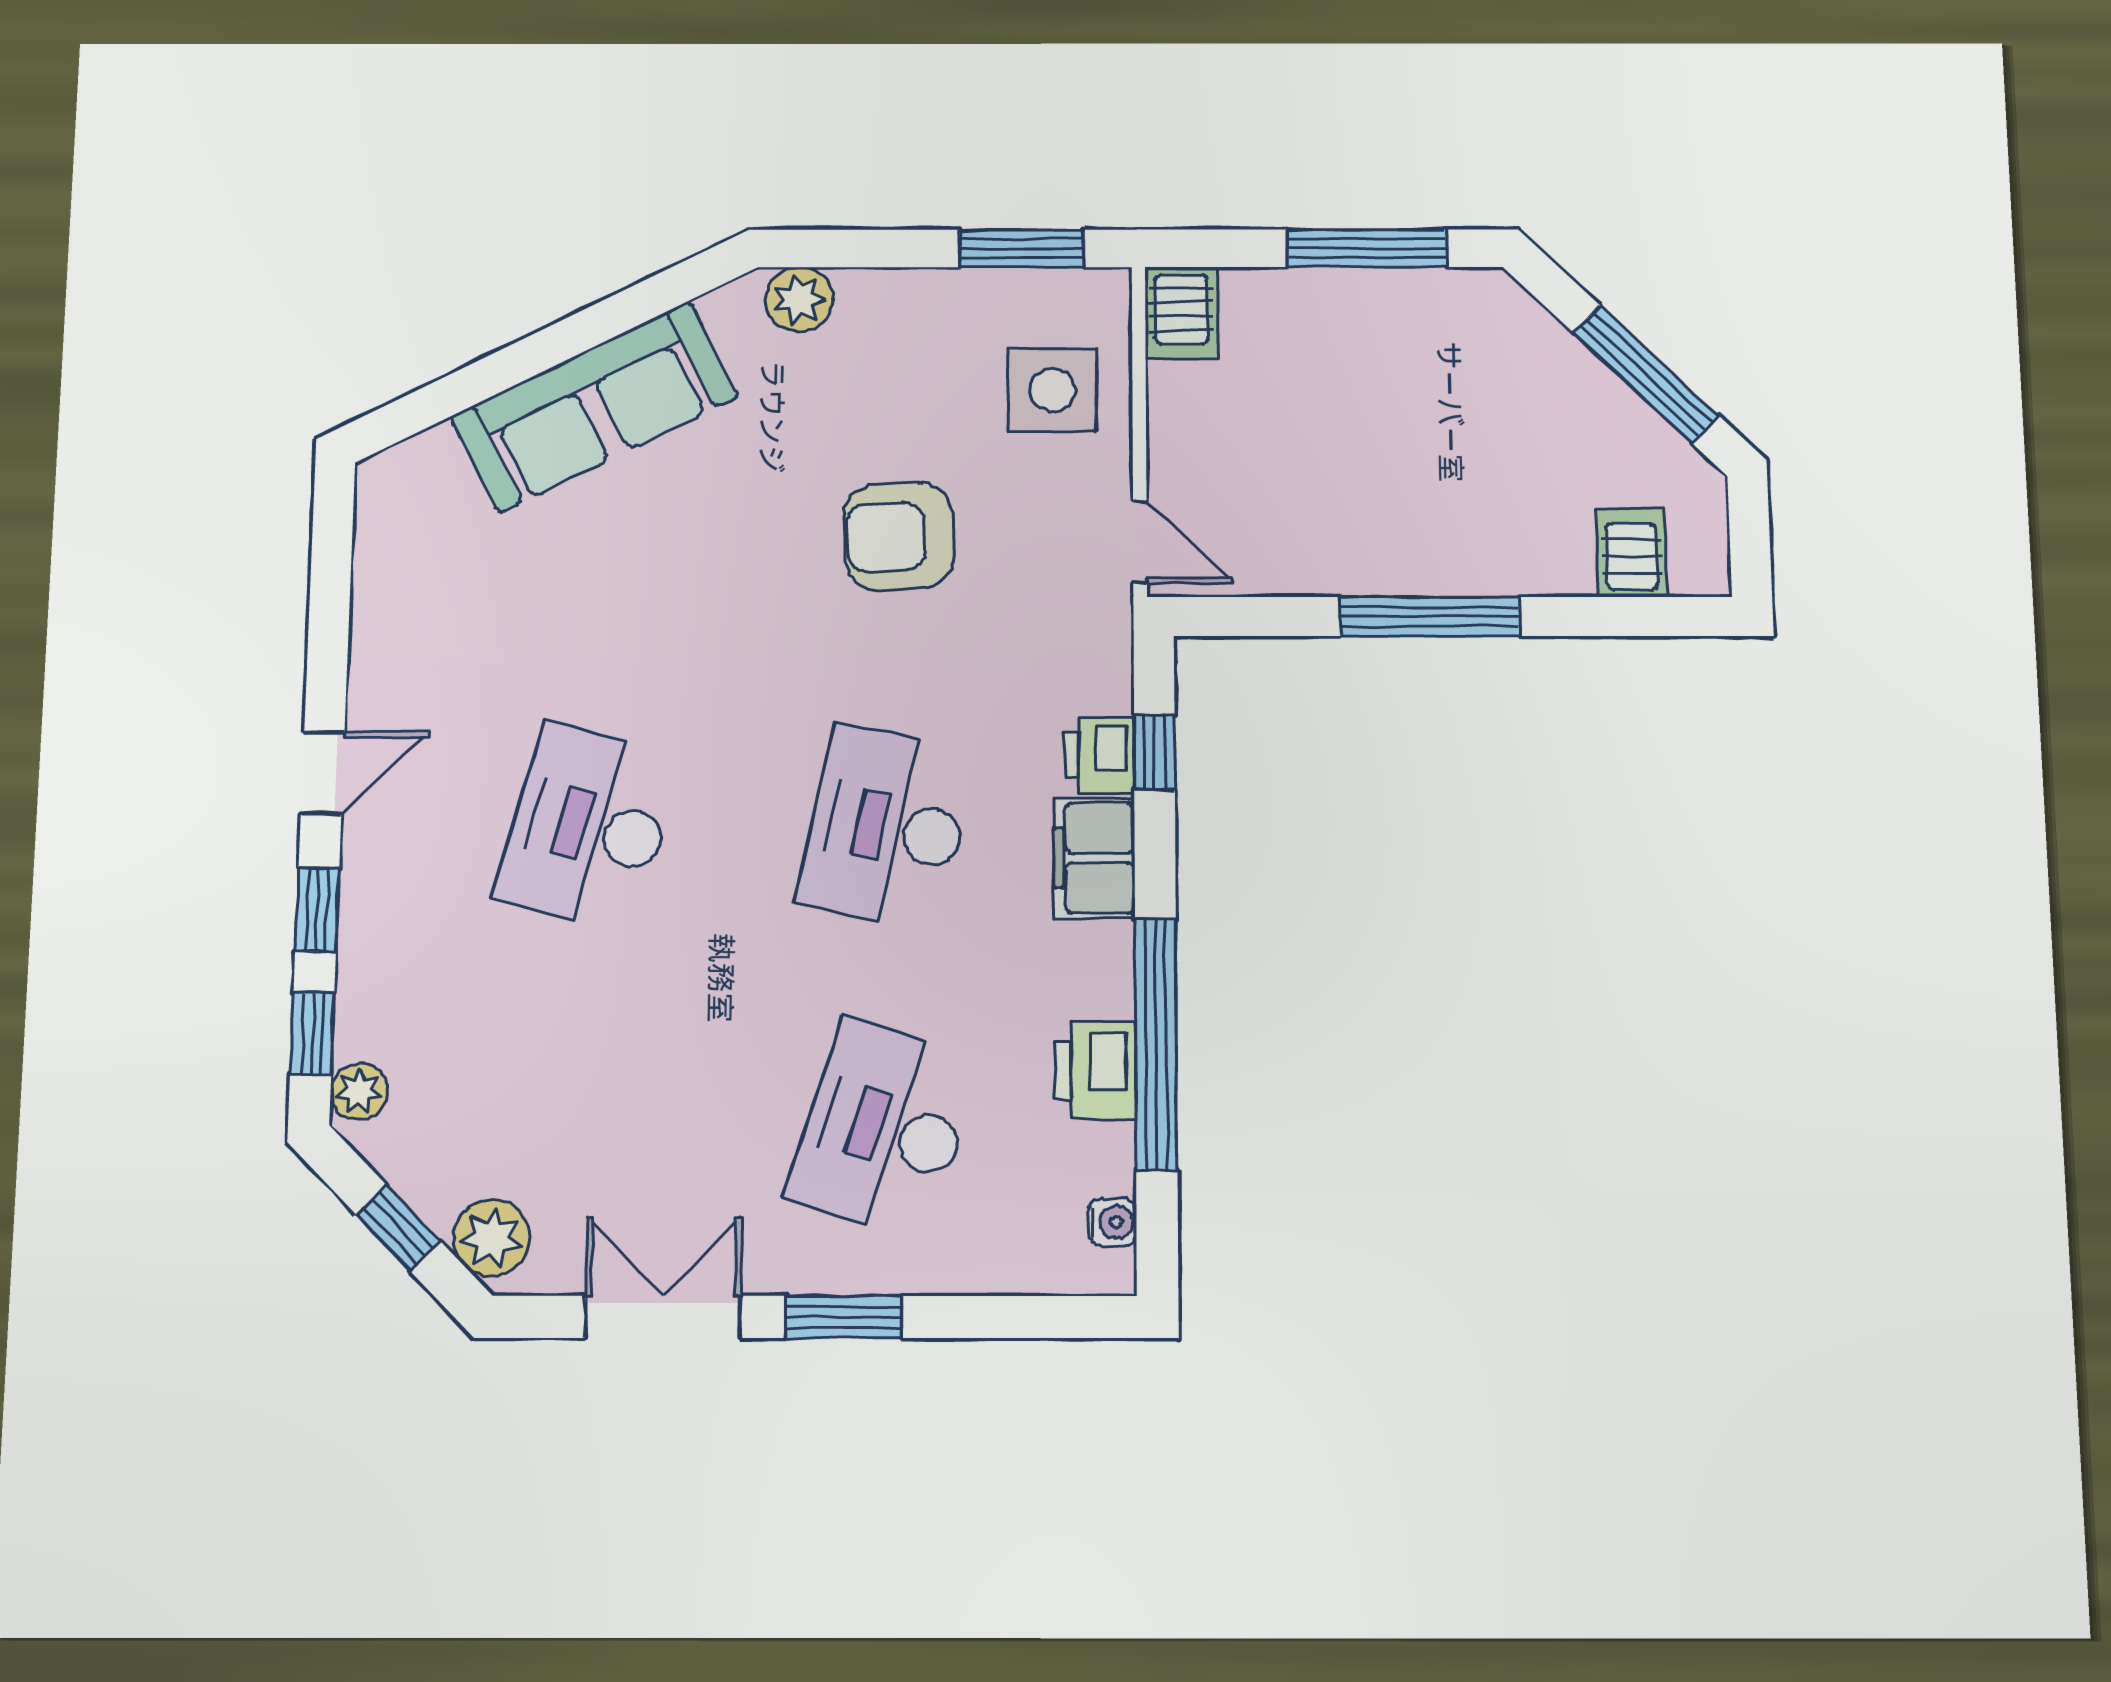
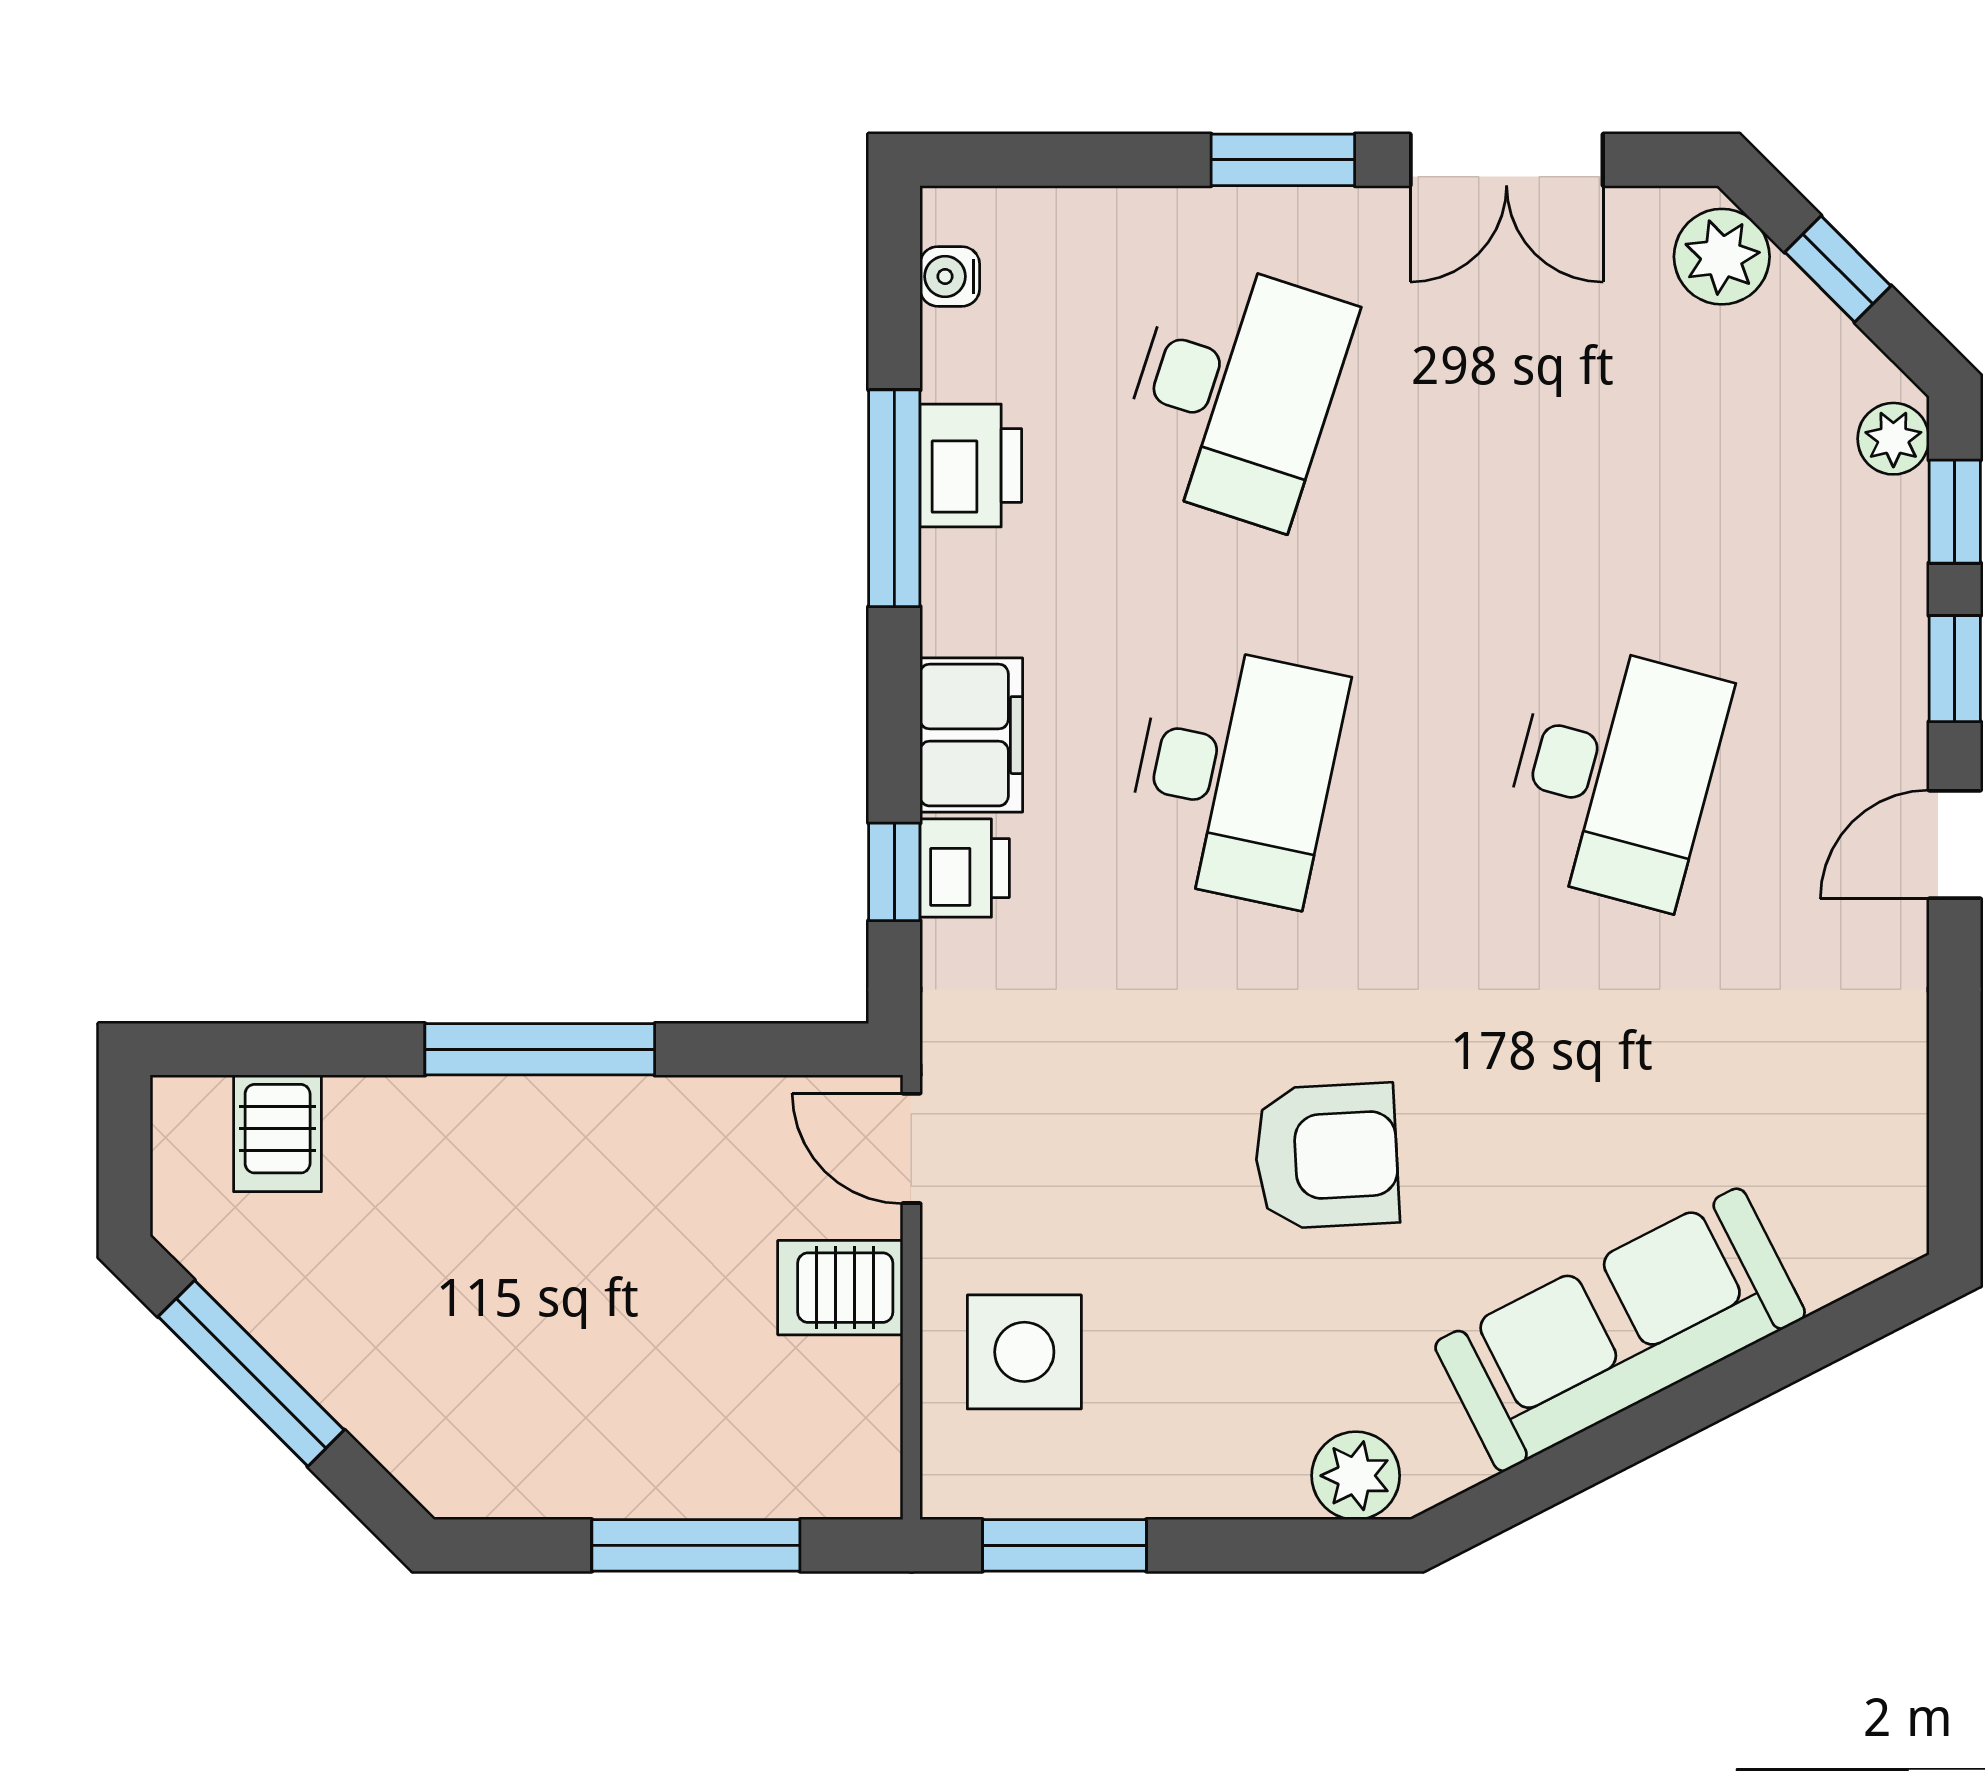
window: (1366, 248) -> (696, 1545), moved
server rack: (1181, 313) -> (840, 1288), moved, turned -90
armchair: (899, 536) -> (1326, 1156), moved
window: (1156, 1044) -> (894, 498), width x0.68

